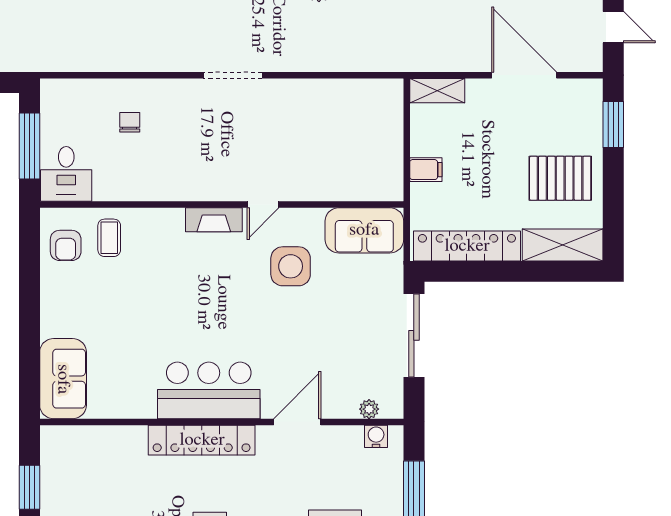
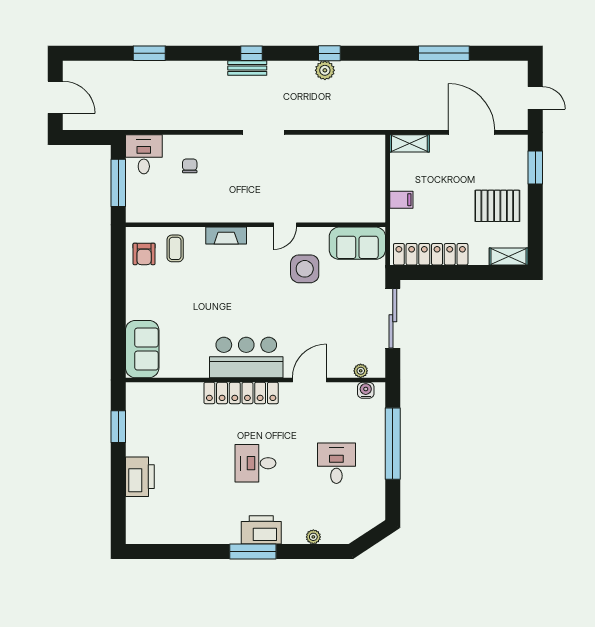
desk: (66, 174) -> (144, 154), moved, turned 180
fireplace: (214, 220) -> (226, 236), moved
shelving: (563, 245) -> (509, 256), width x0.67, depth x0.75

